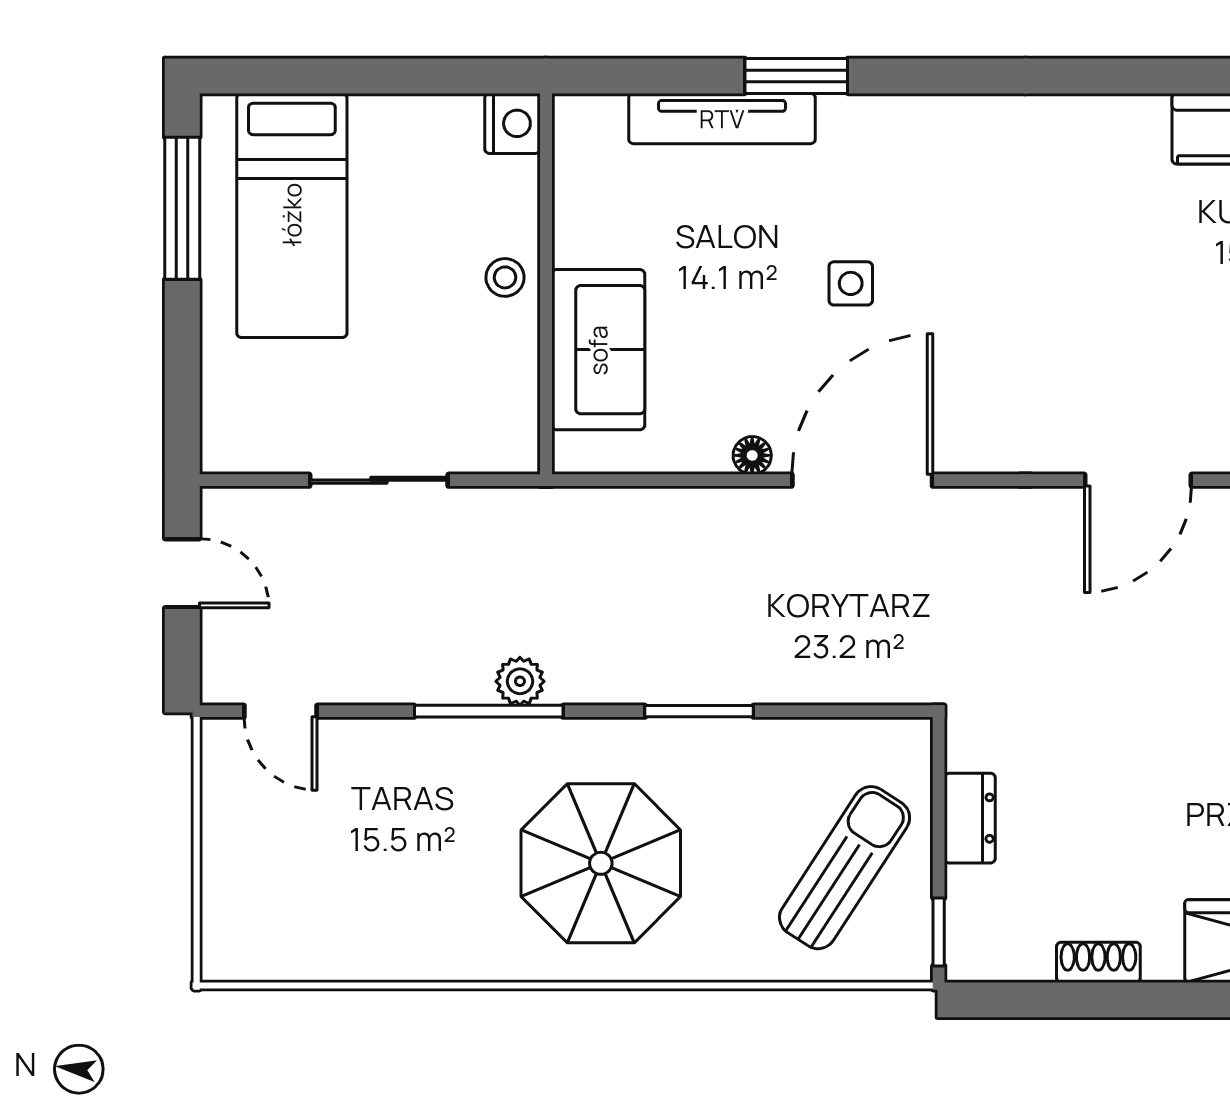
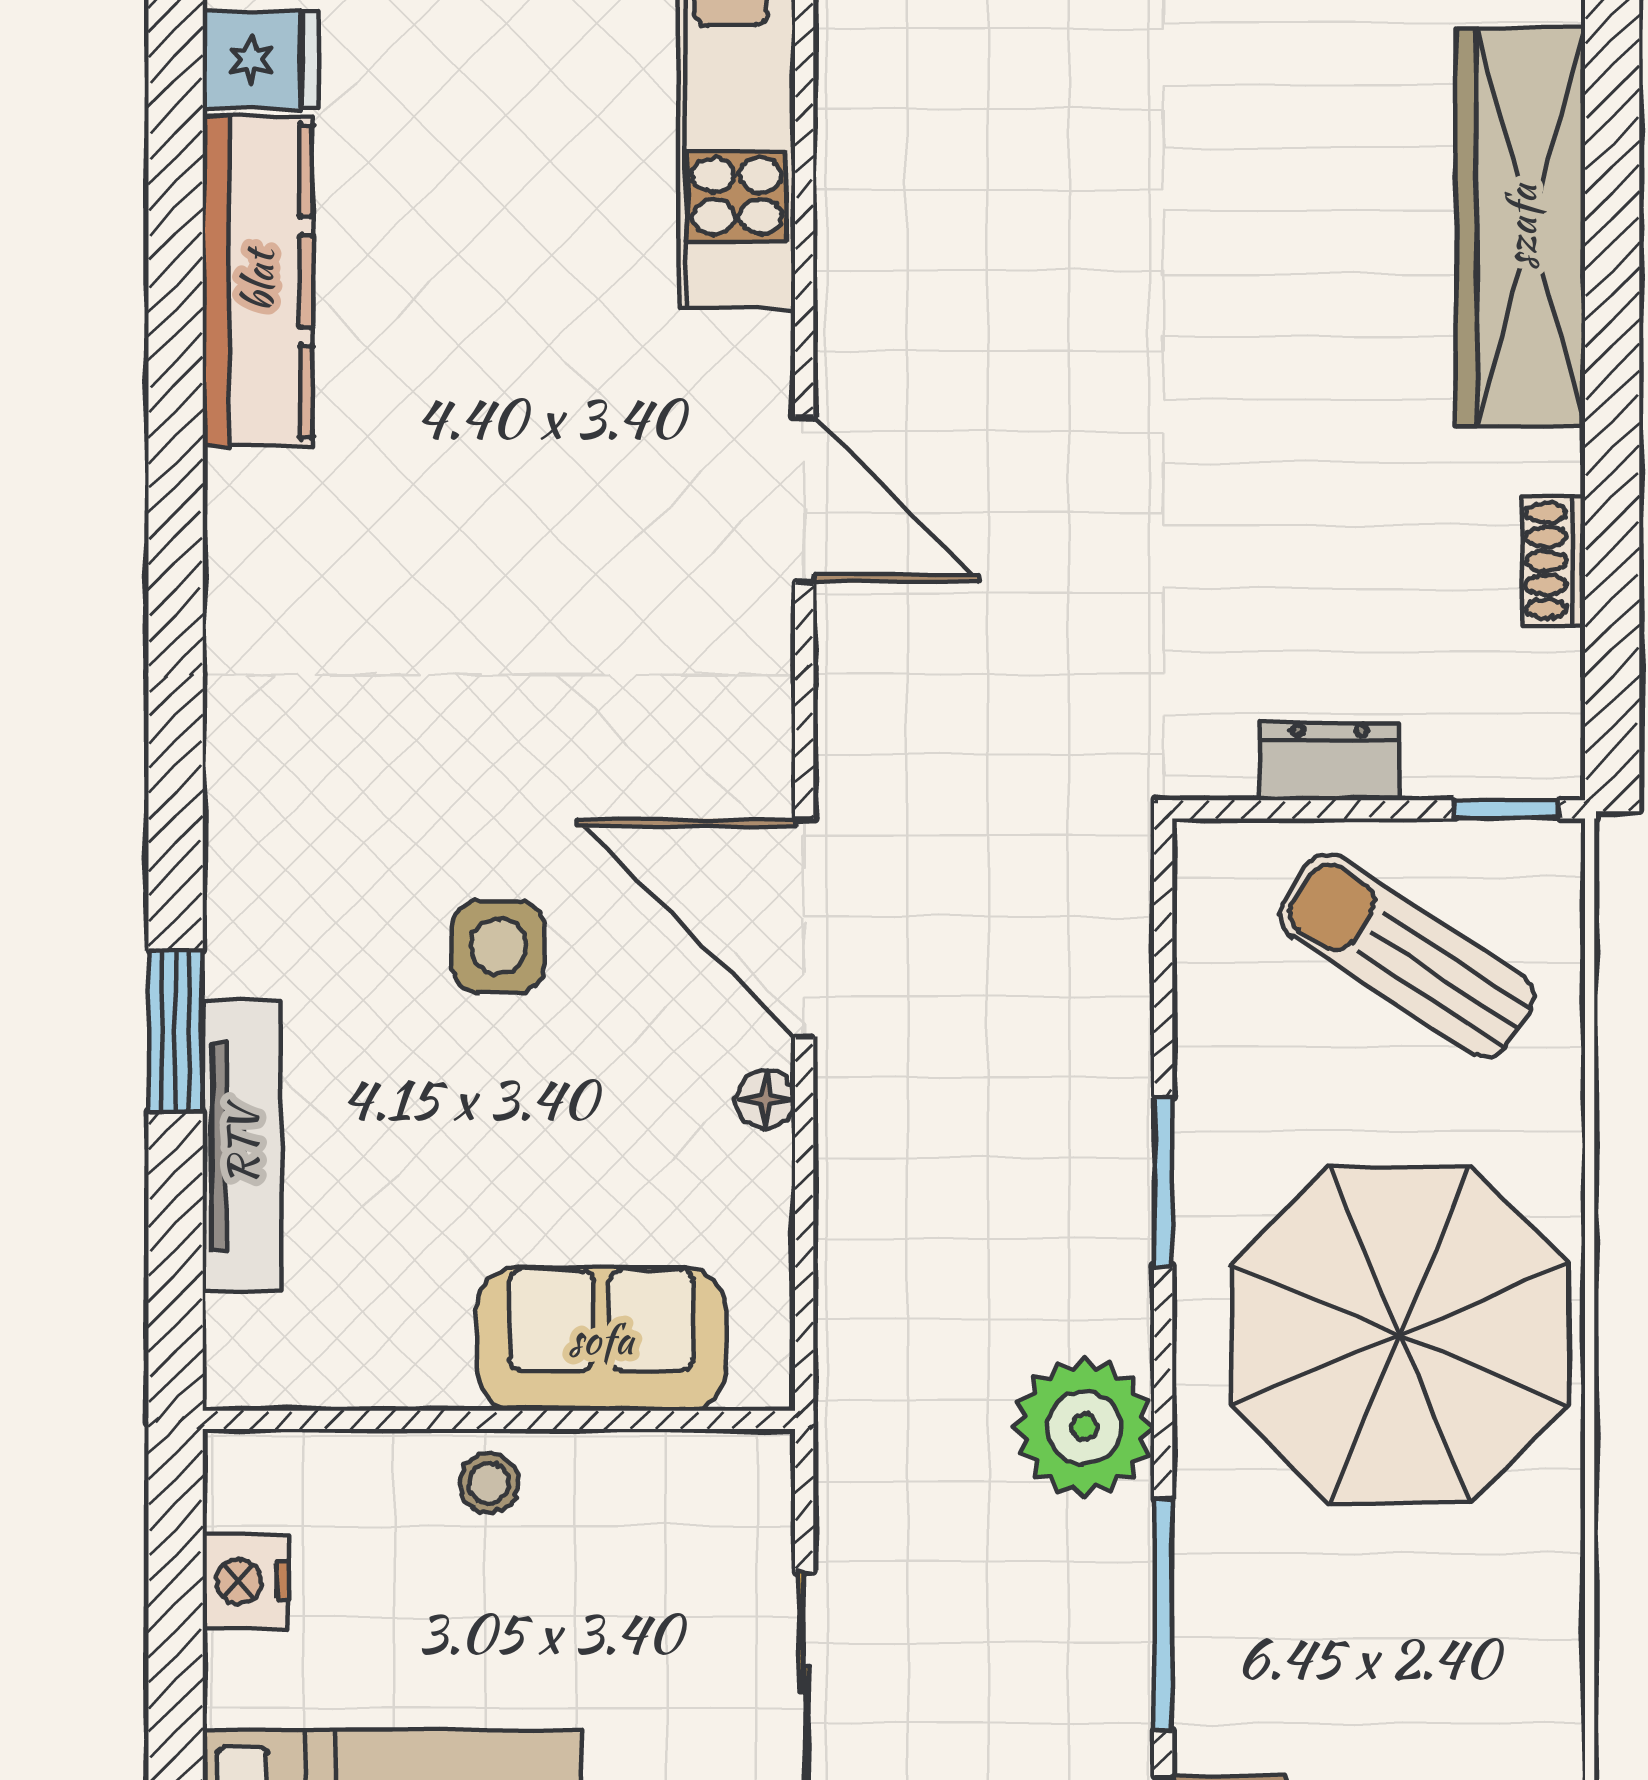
nightstand: (513, 123) -> (246, 1582), moved, turned -90
side table: (851, 283) -> (498, 946), width x1.37, depth x1.37
plant: (520, 681) -> (1084, 1427), width x1.88, depth x1.88
window: (489, 711) -> (1163, 1615), moved
parasol: (601, 863) -> (1400, 1335), width x1.36, depth x1.36

